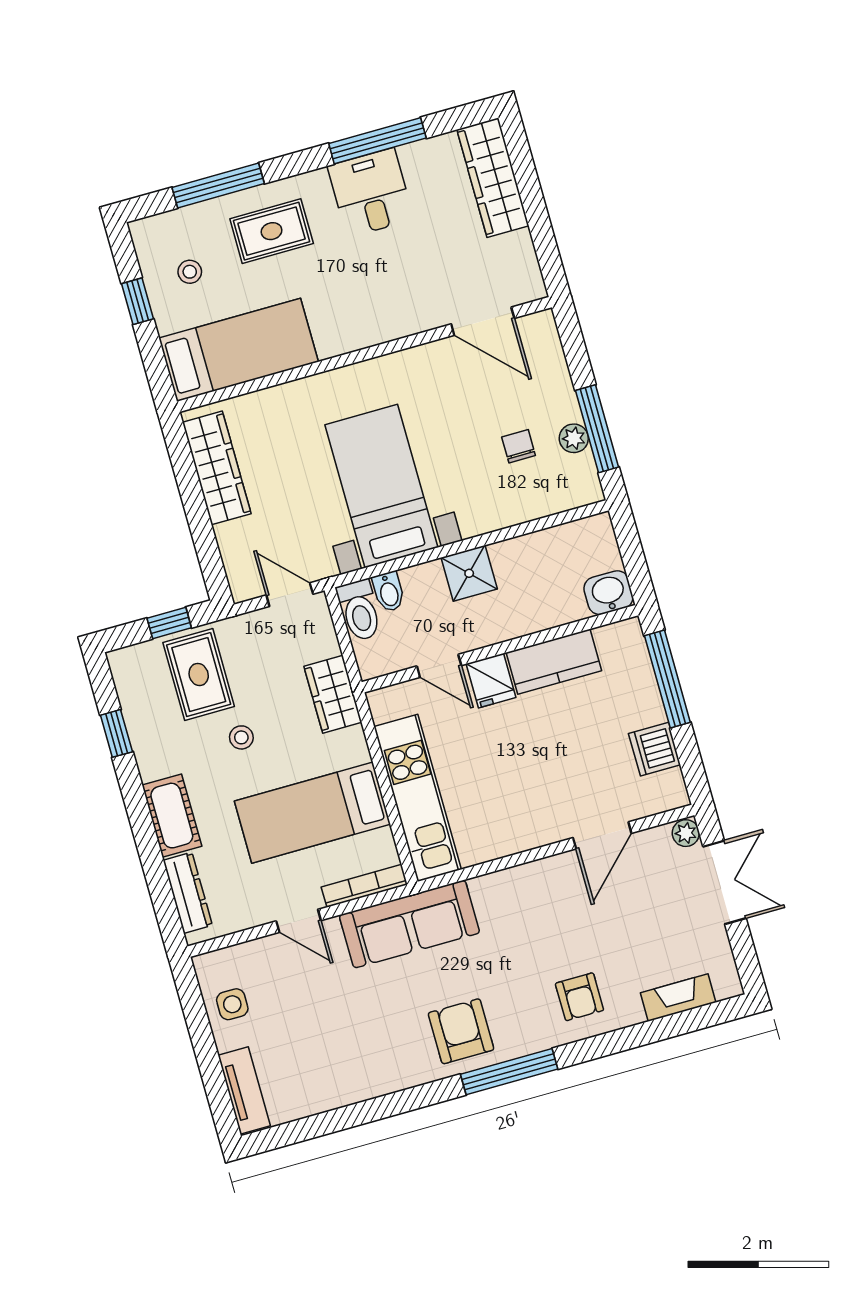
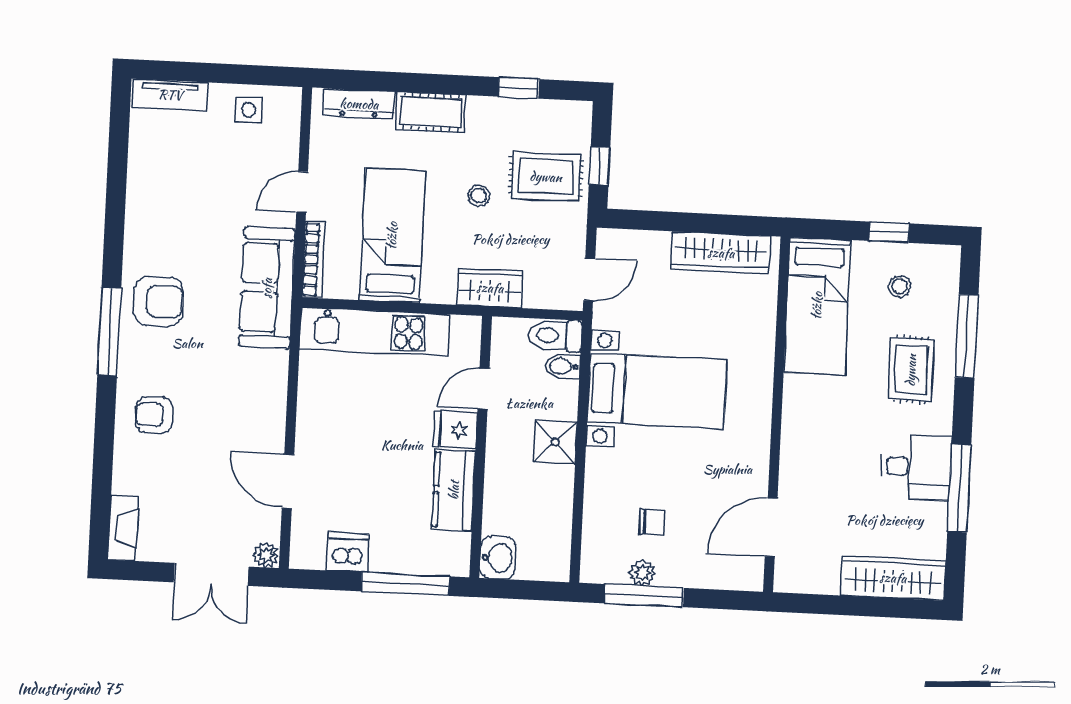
fireplace: (678, 998) -> (123, 528), moved

